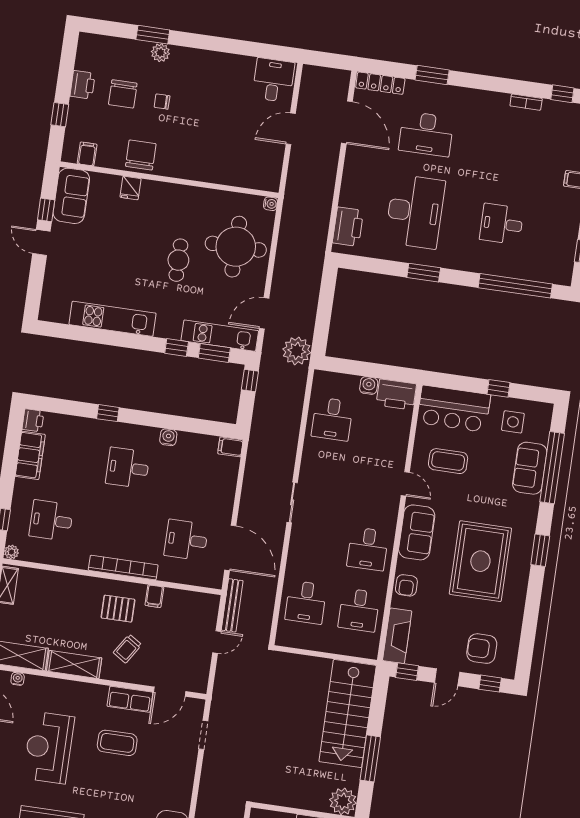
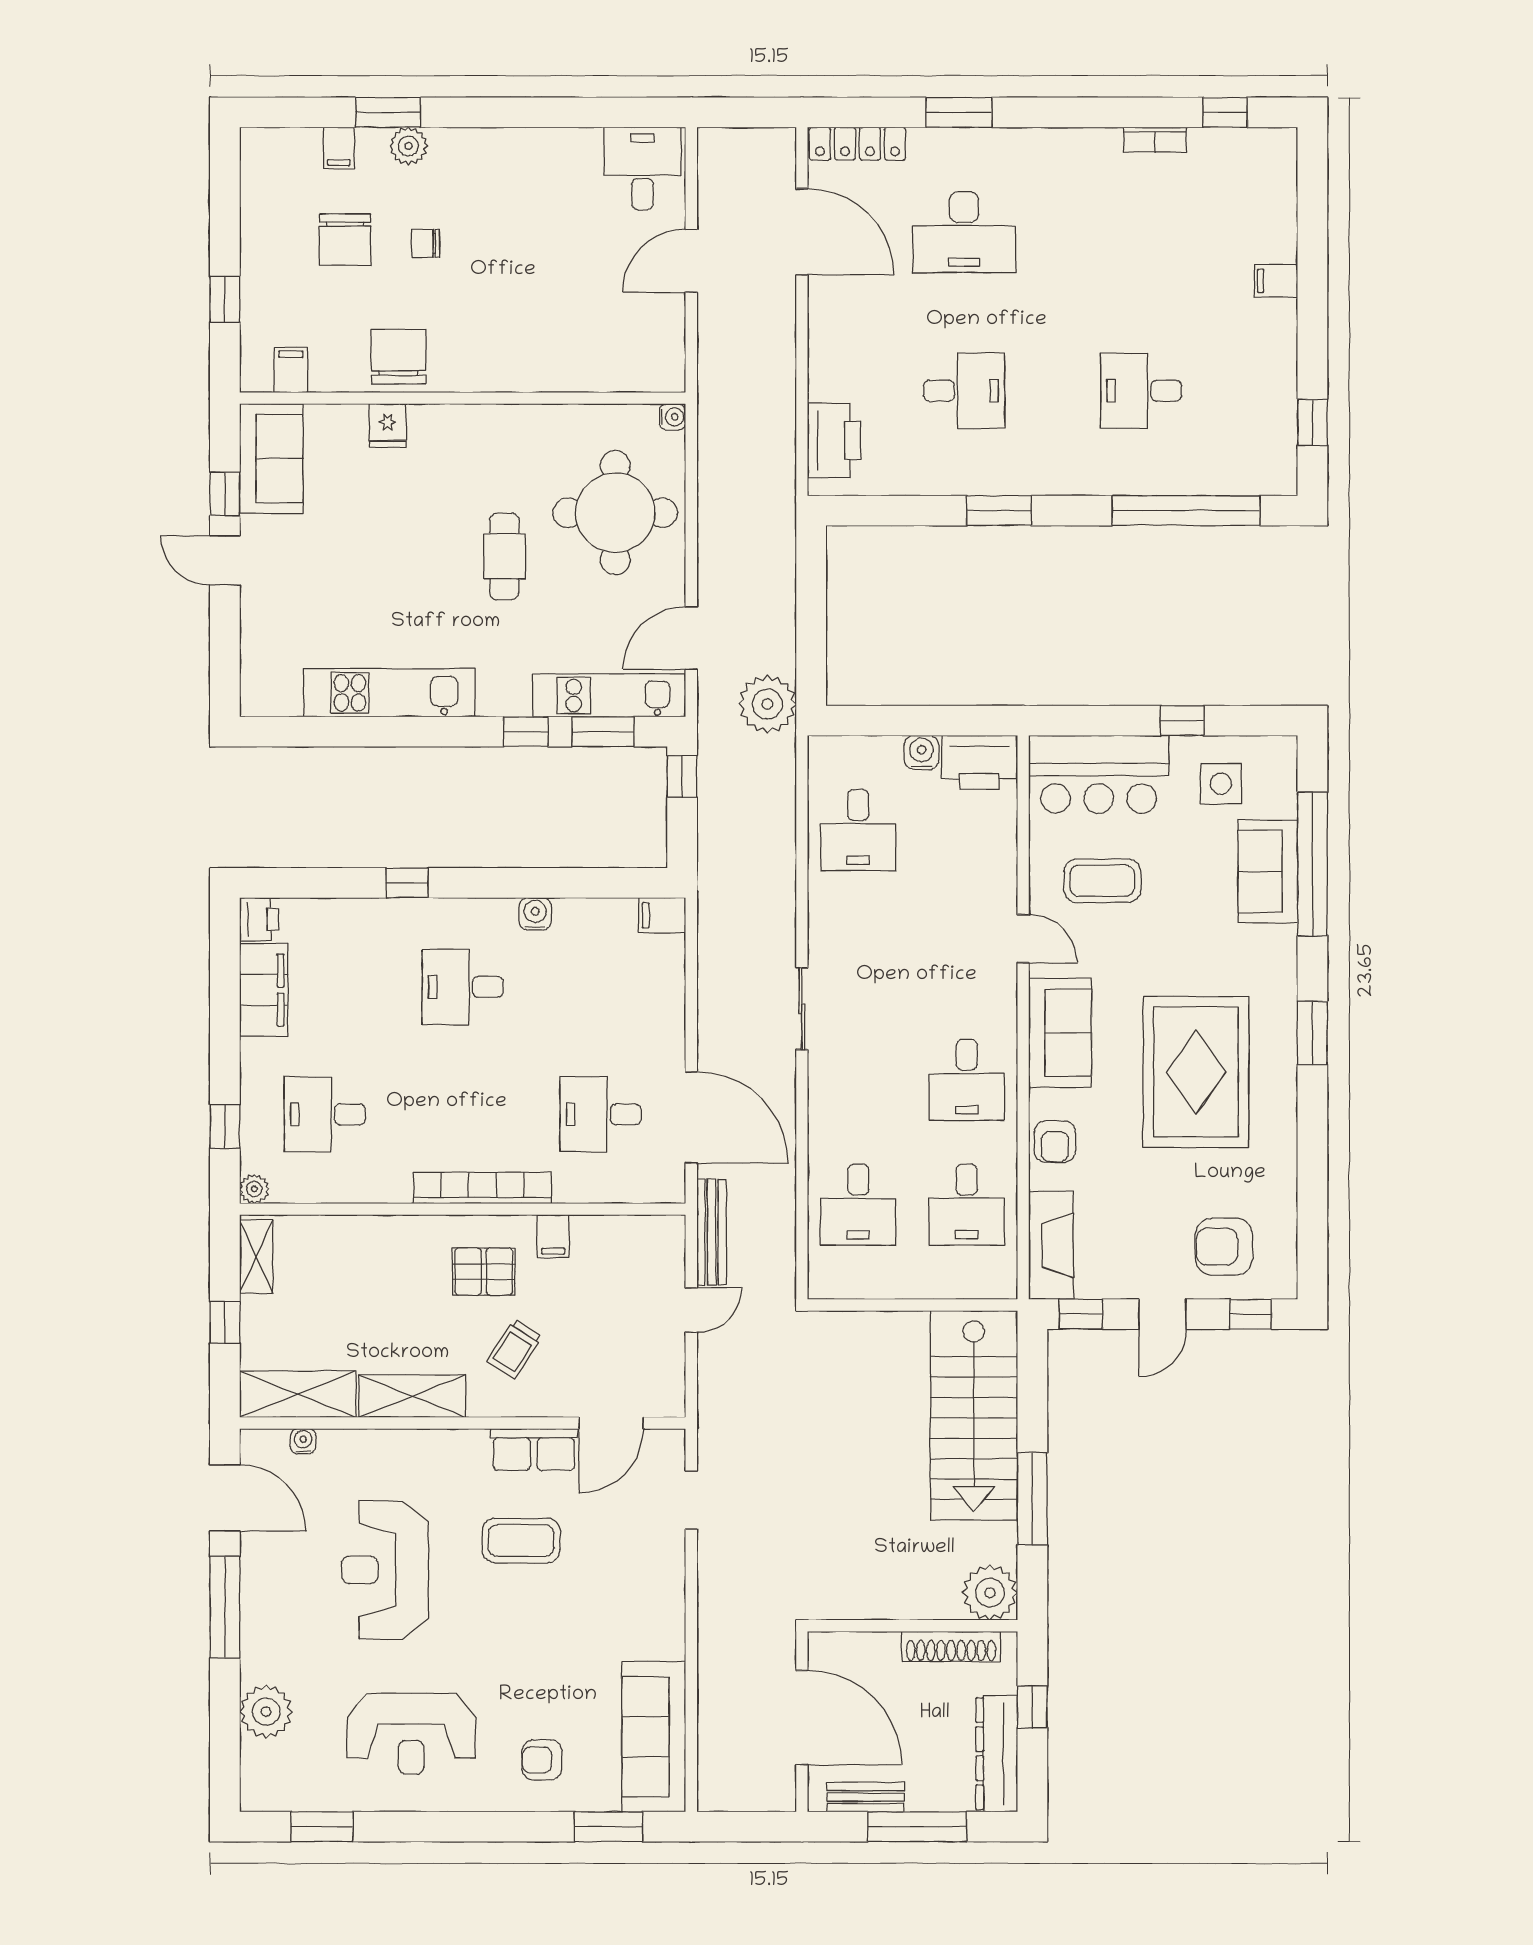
filing cabinet: (126, 49) -> (339, 148), added
printer: (83, 85) -> (262, 233), removed
desk: (415, 212) -> (964, 391), width x0.53, depth x0.77

